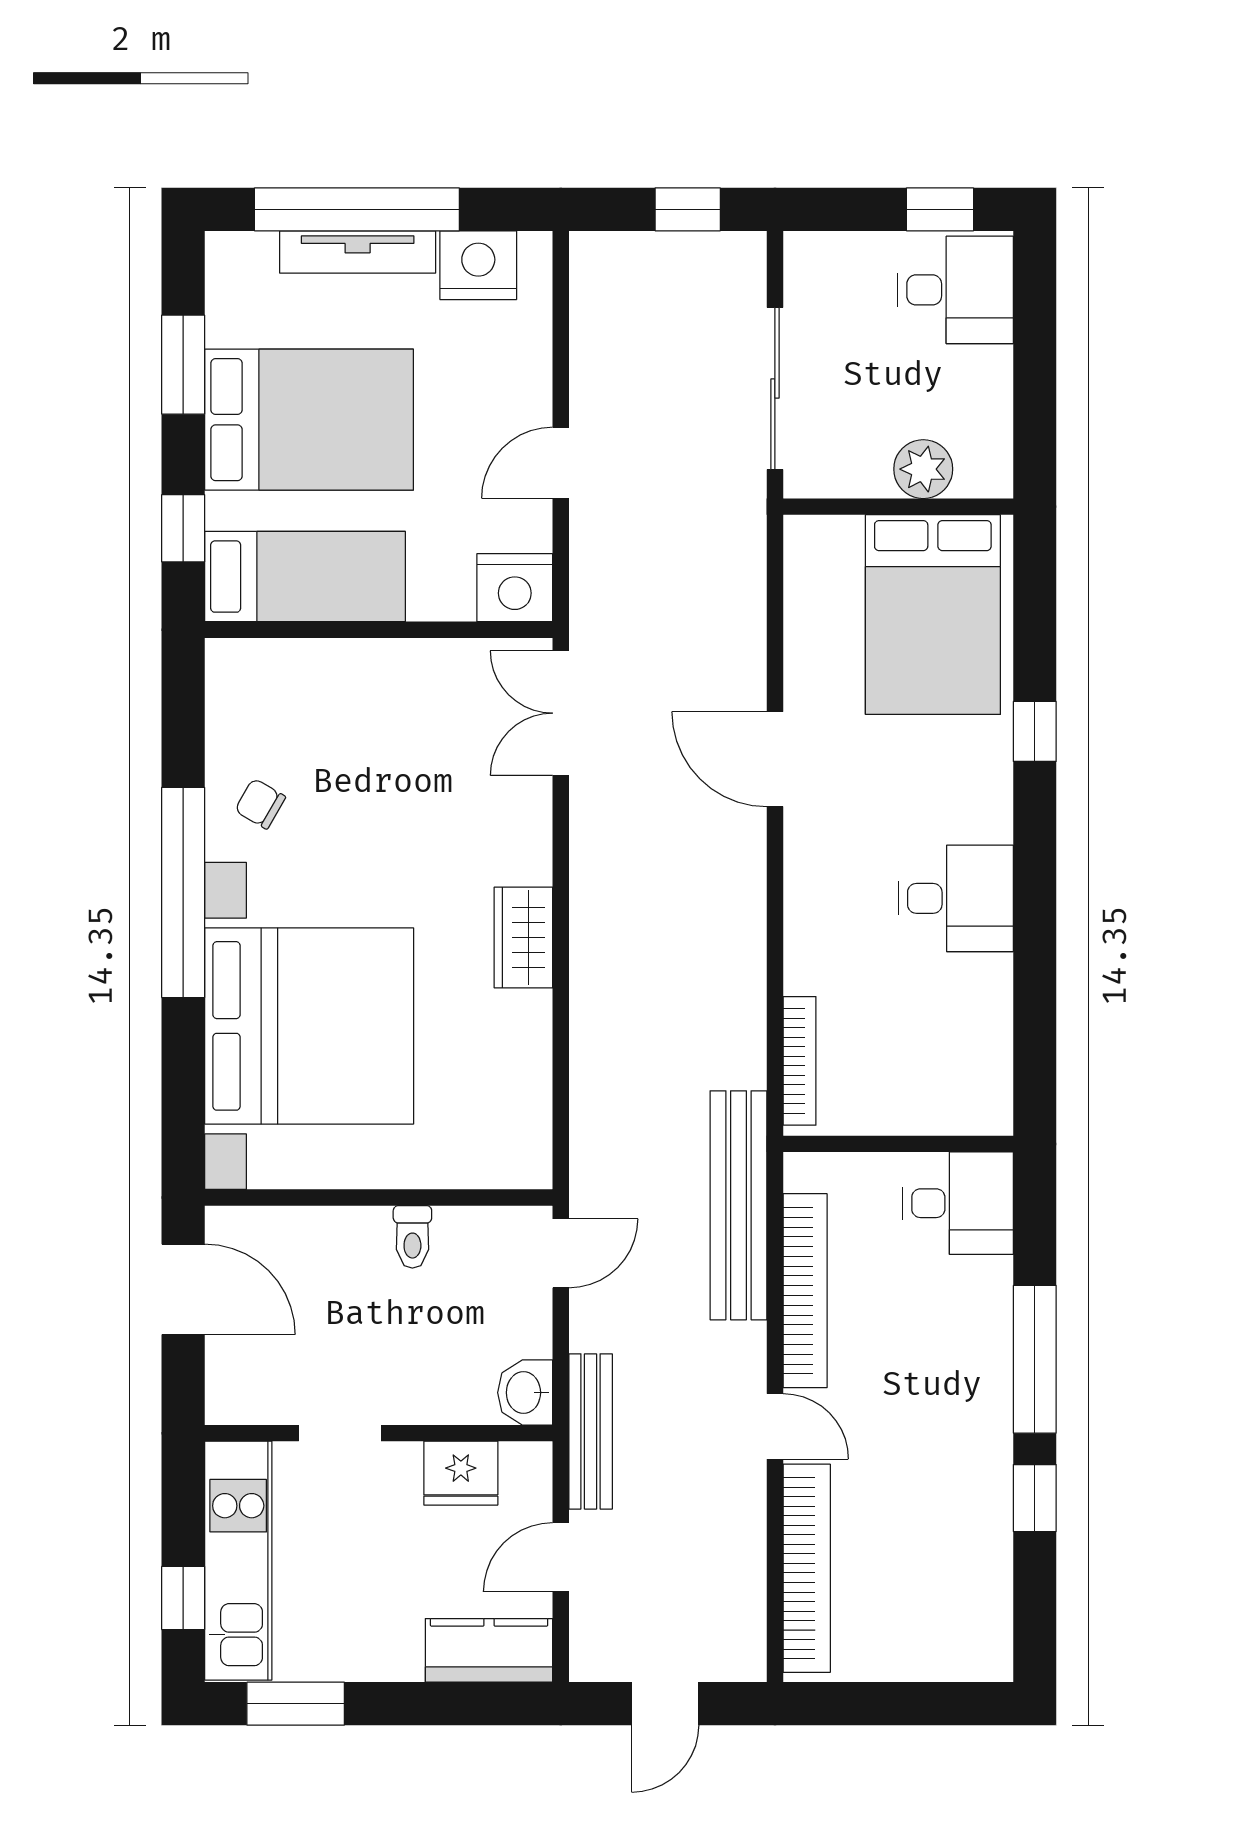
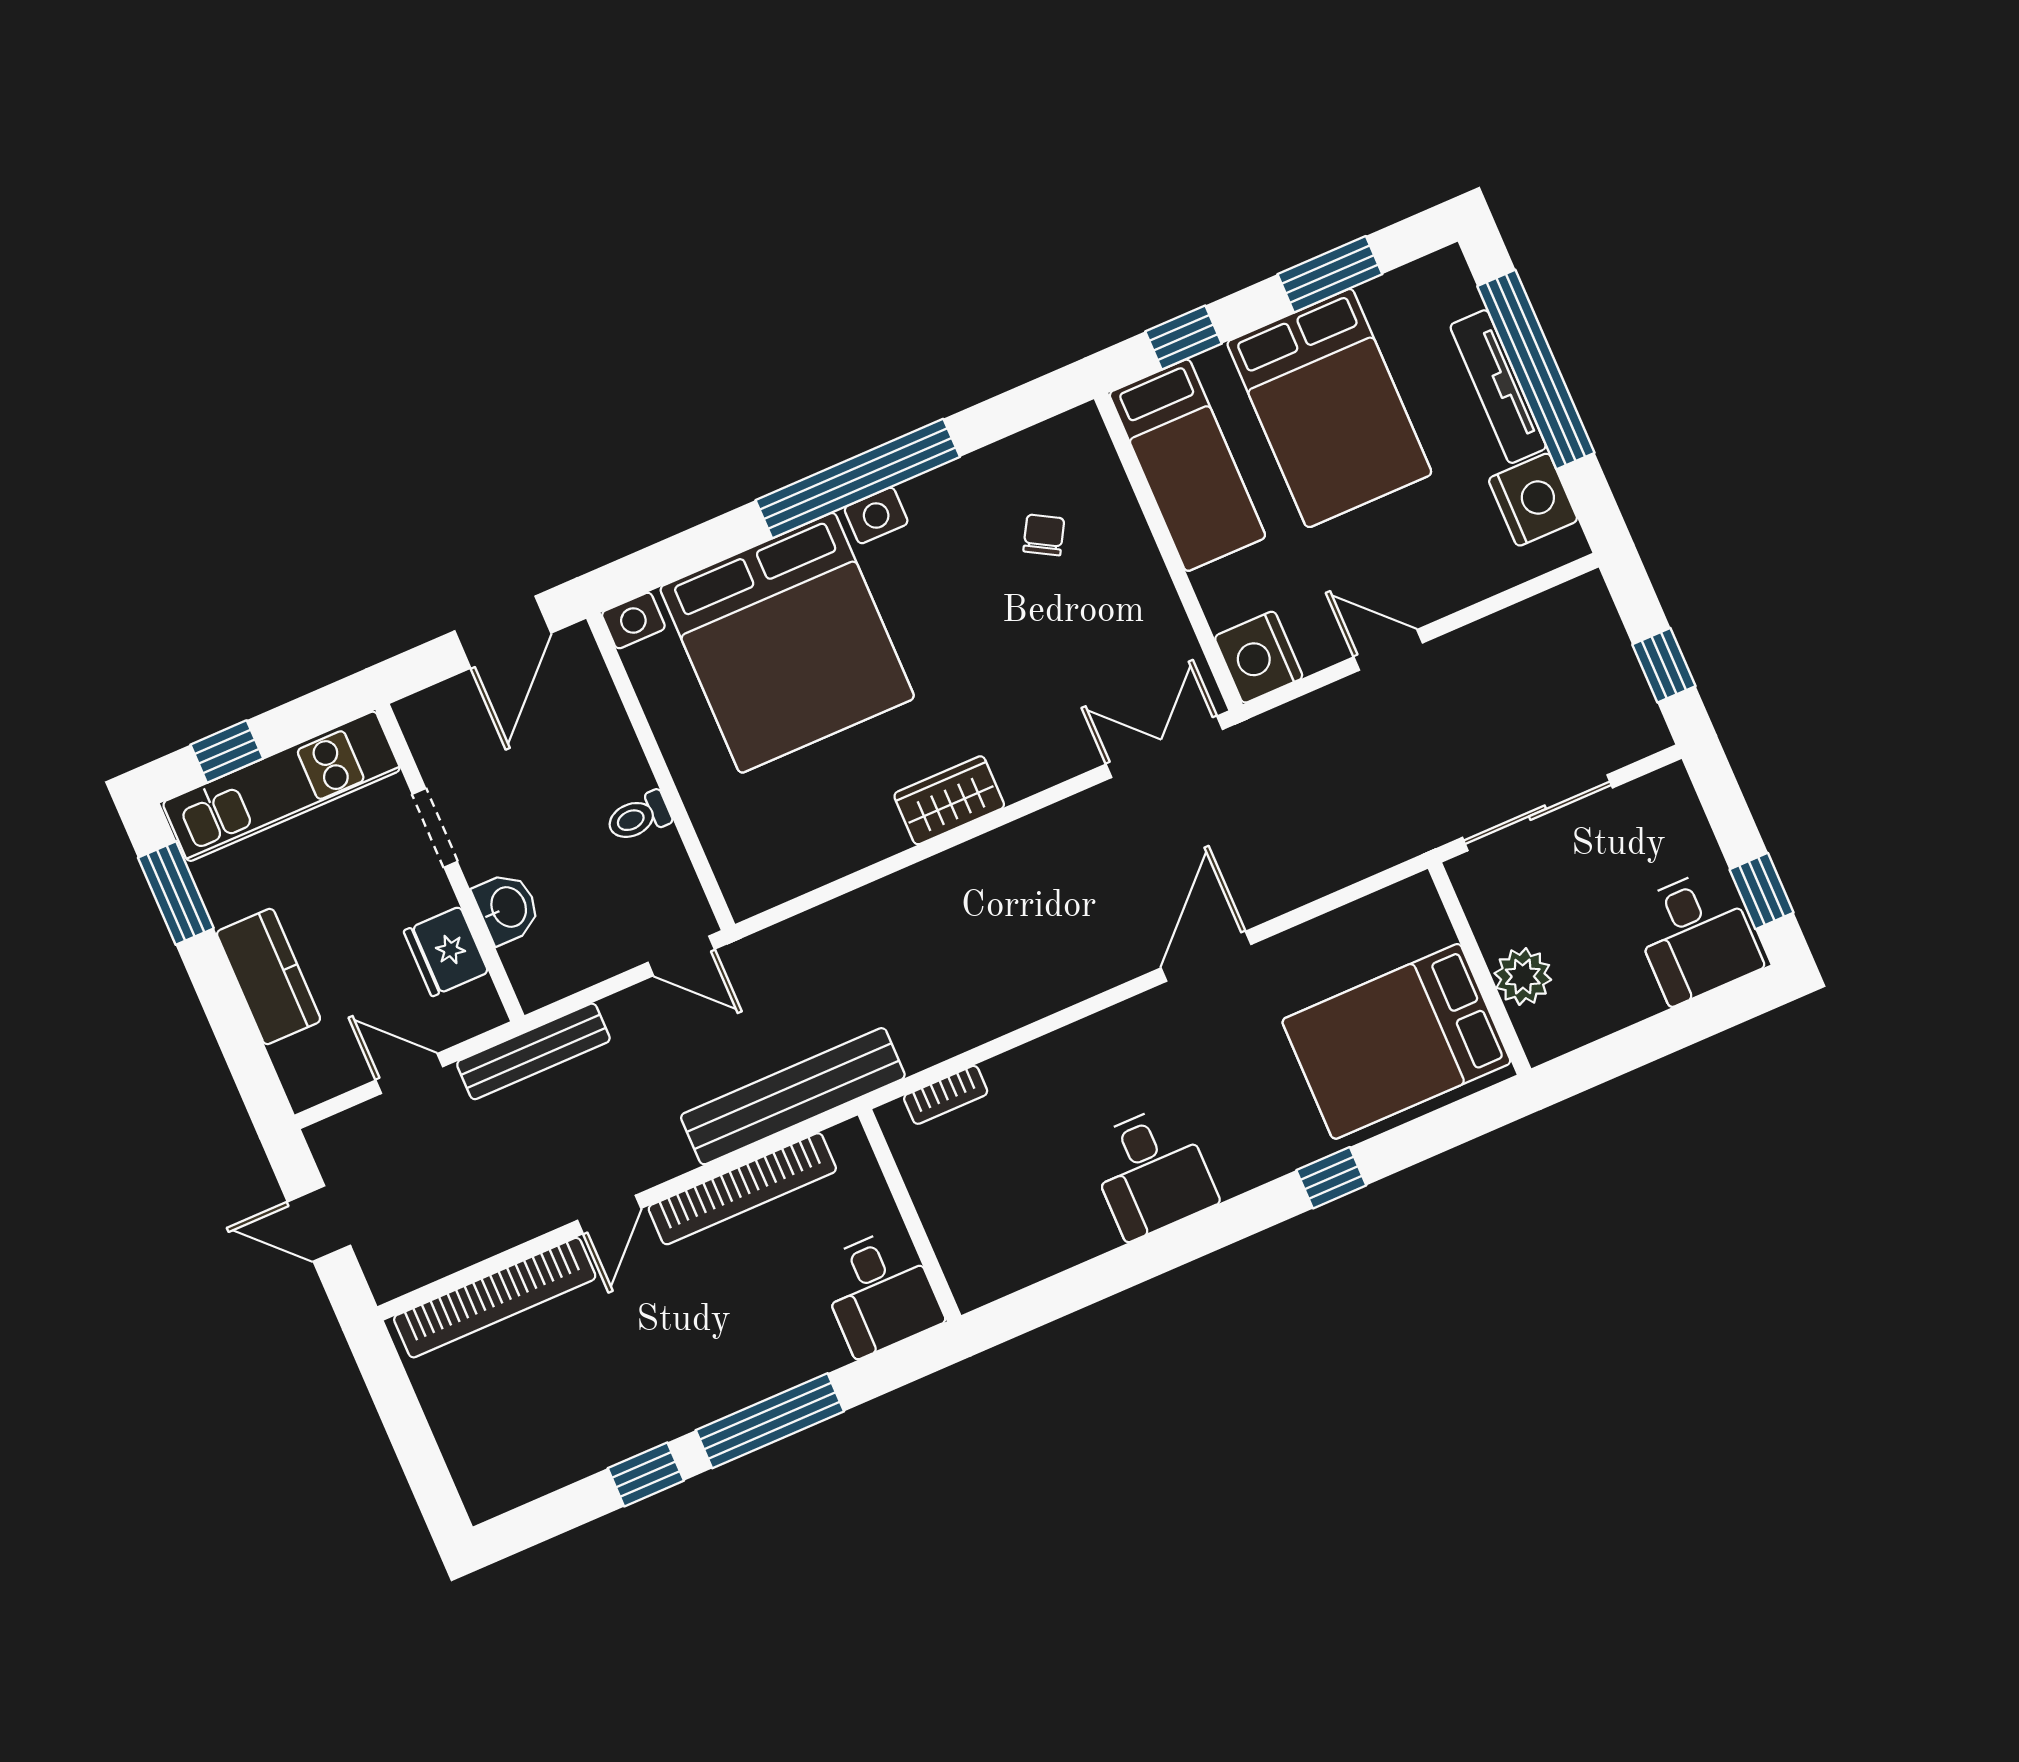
chair: (260, 804) -> (1044, 535), moved
bookcase: (799, 1061) -> (946, 1095), width x0.64
washbasin: (525, 1393) -> (507, 908), moved, turned 90
kitchen counter: (489, 1650) -> (269, 976), moved

